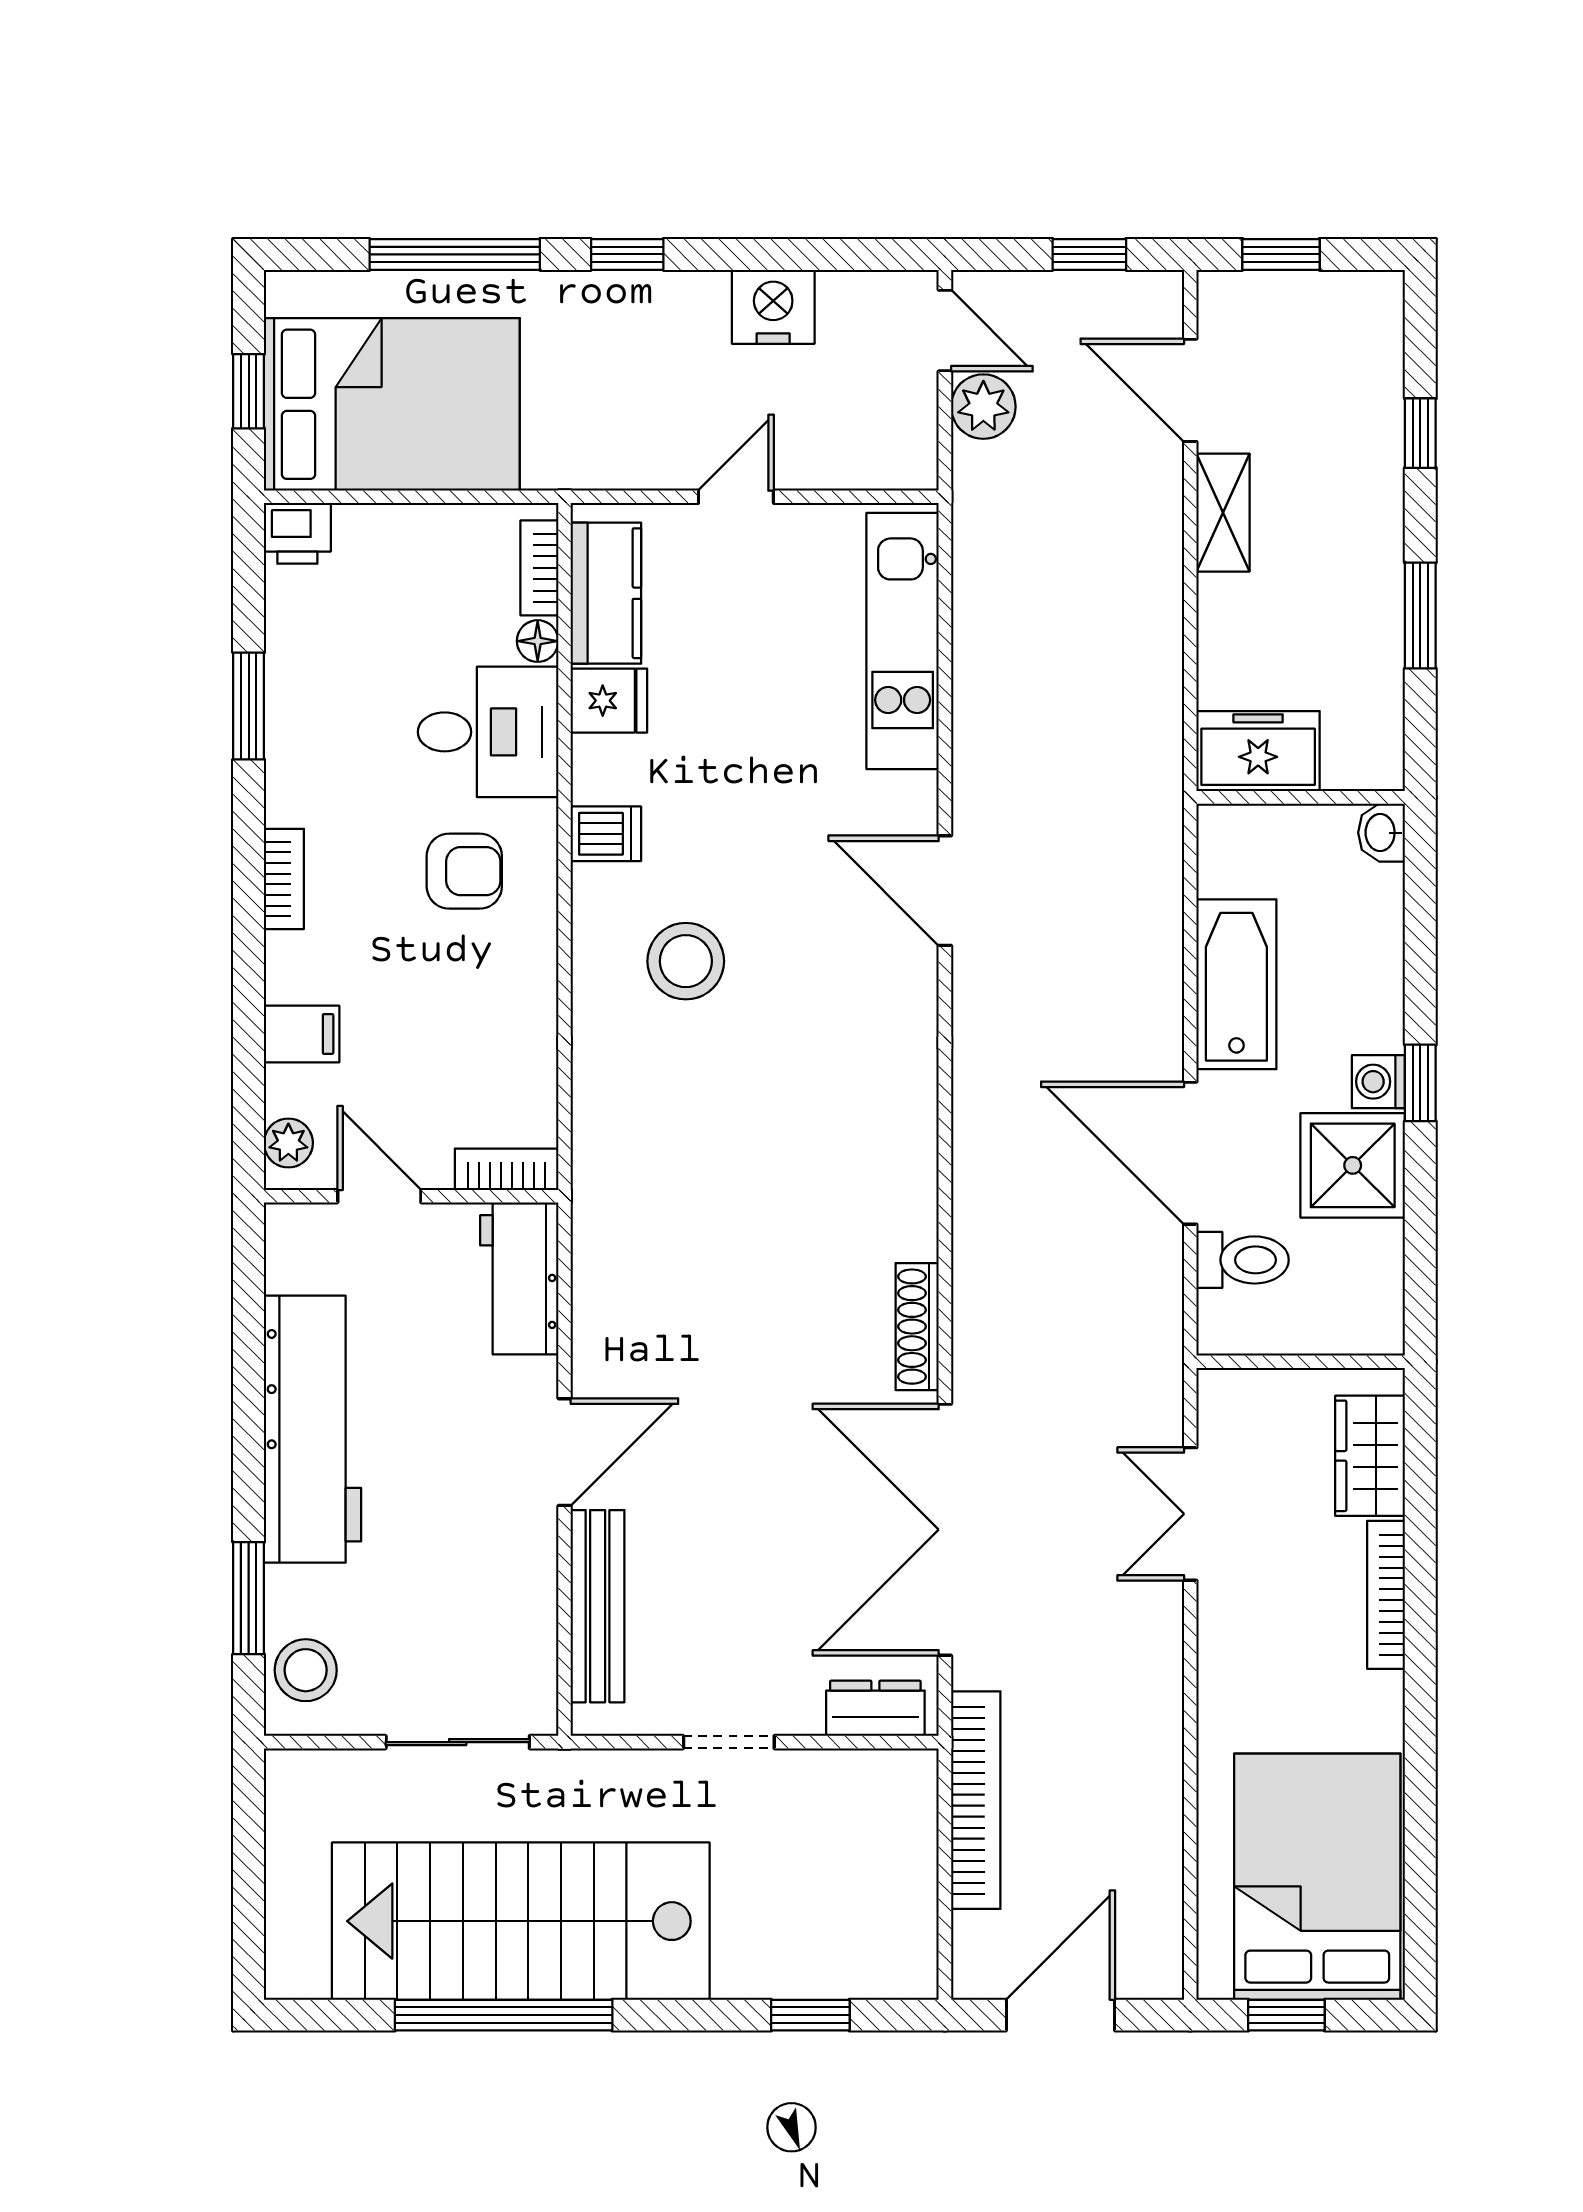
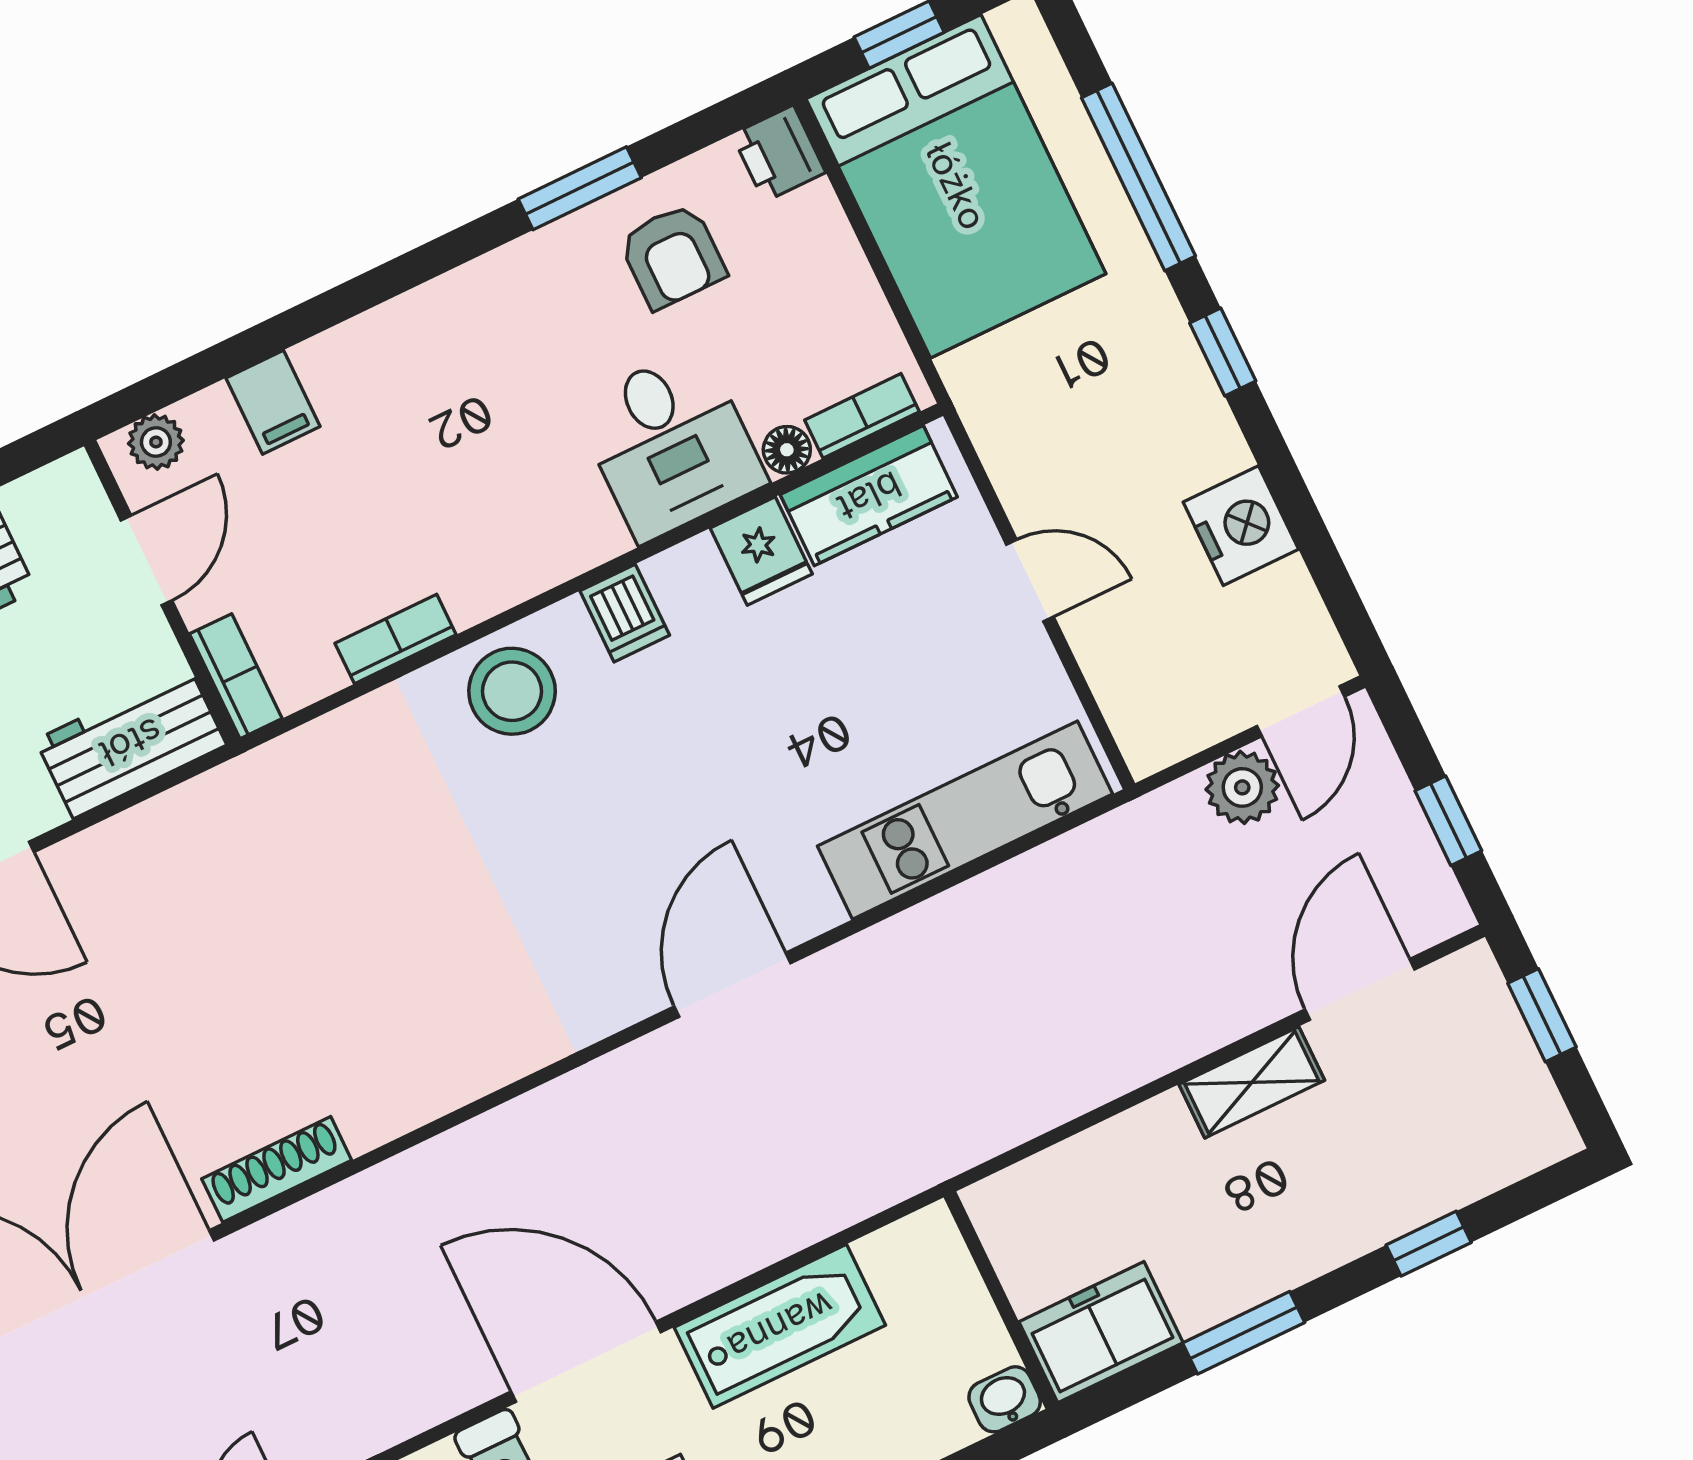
freezer: (1258, 751) -> (1101, 1332), moved, turned -90
armchair: (464, 871) -> (672, 256), moved
bookcase: (284, 879) -> (396, 639), moved, turned 180
stool: (686, 961) -> (512, 691), moved
door: (1190, 1153) -> (586, 1362), hinge flipped

